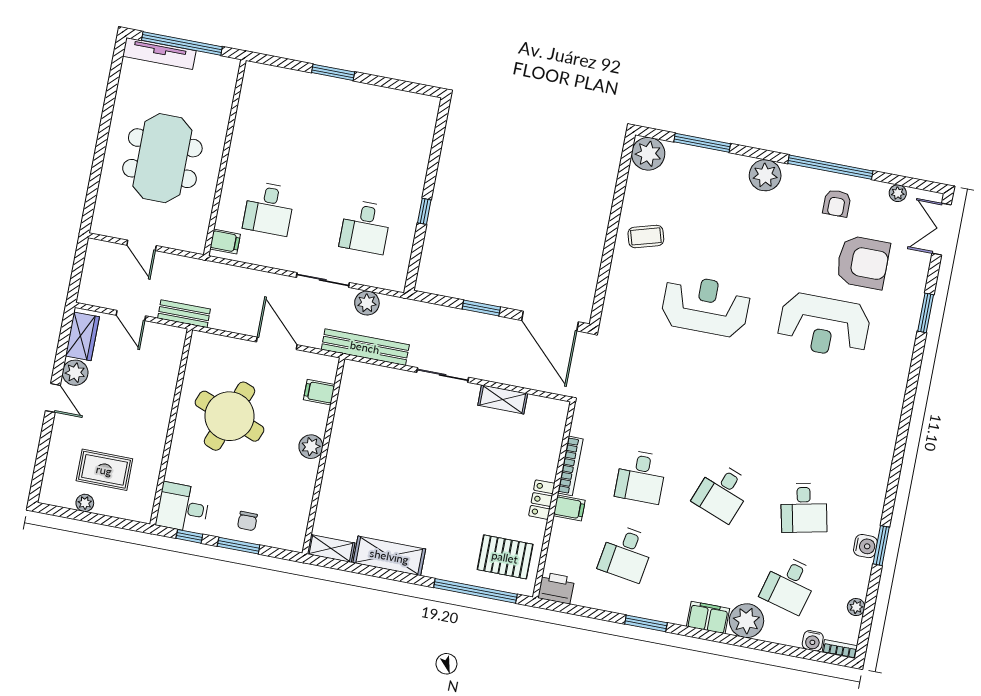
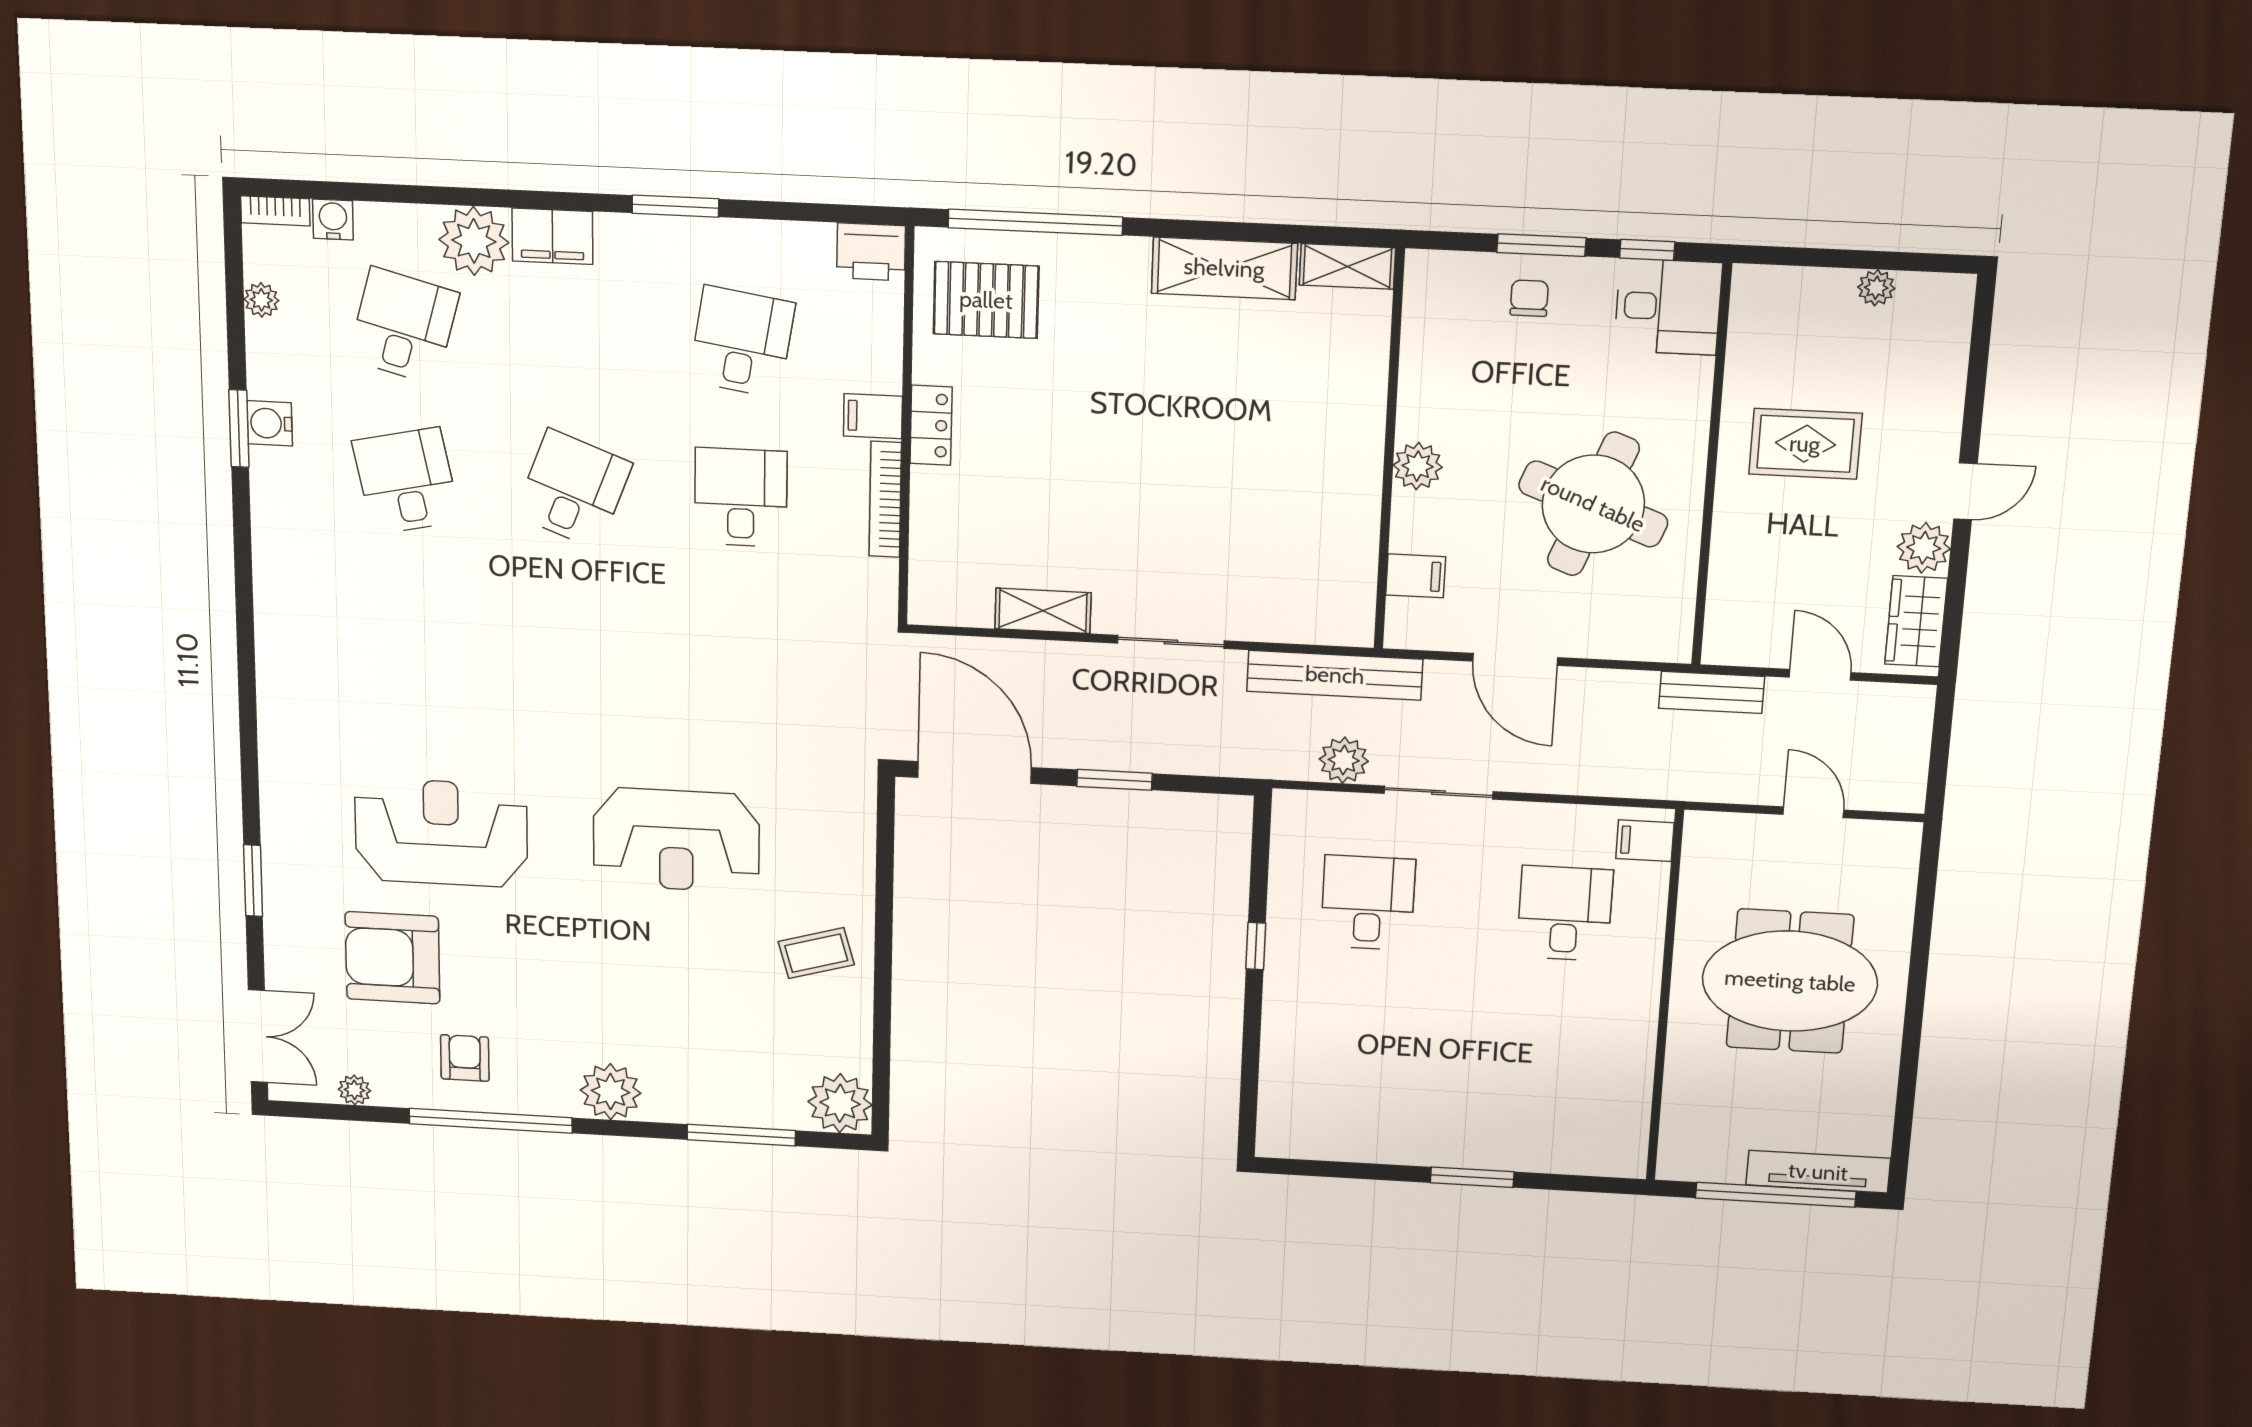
meeting table: (162, 158) -> (1790, 981), turned 90
door: (53, 398) -> (1965, 491), swing flipped
rug: (104, 470) -> (1805, 444), moved

